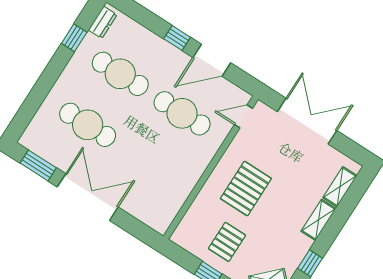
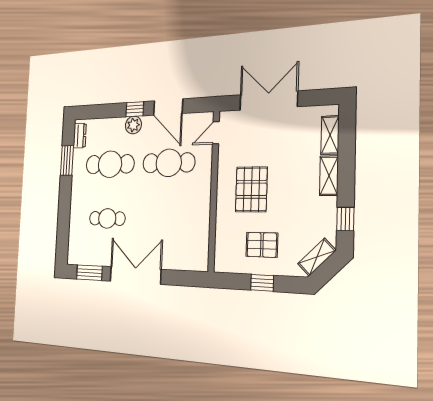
window: (74, 38) -> (67, 160), width x1.50
plant: (167, 52) -> (133, 125), added
door: (212, 60) -> (168, 107), hinge flipped
cafe table: (88, 125) -> (107, 218), width x0.73, depth x0.74
pallet: (227, 242) -> (262, 245), turned 90

